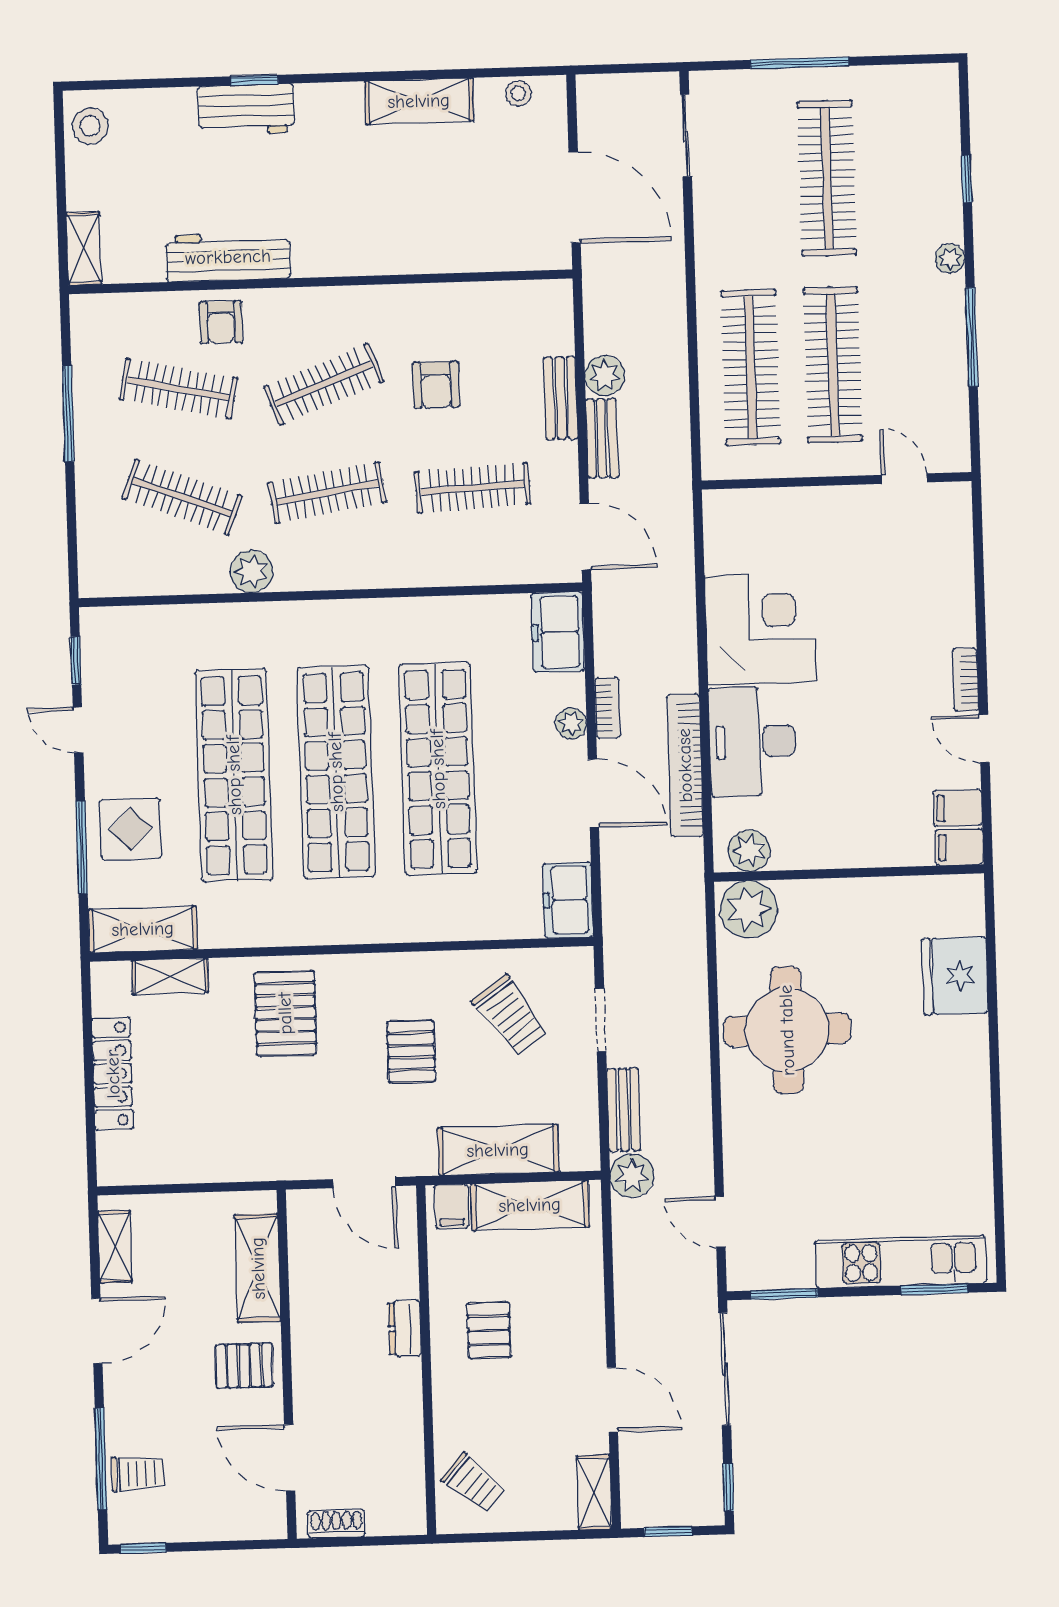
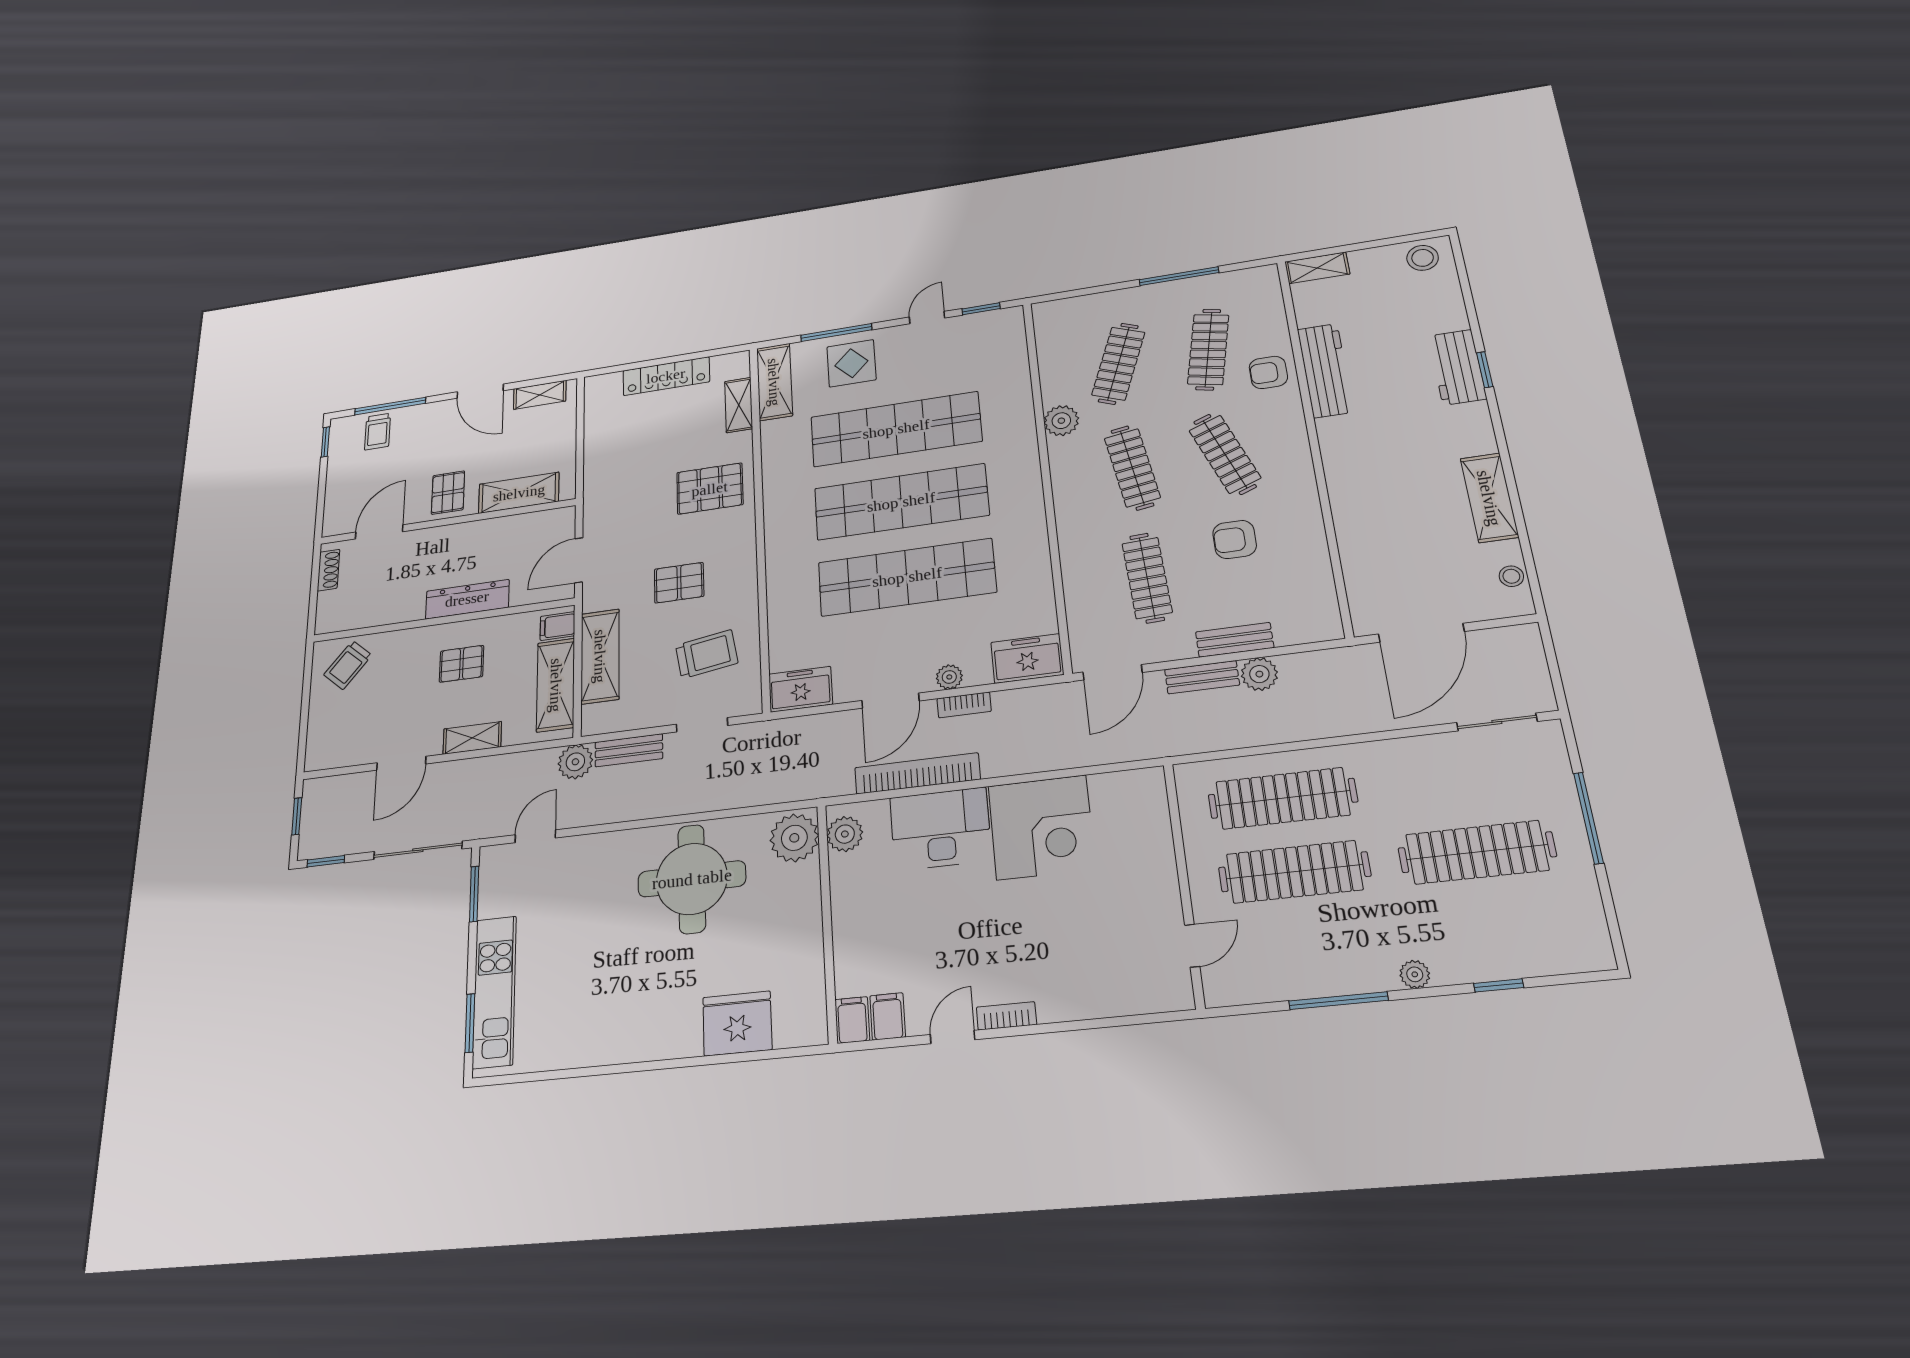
trolley: (510, 1015) -> (707, 654), turned -153
dresser: (405, 1328) -> (467, 599), width x1.96, depth x1.24
shelving: (594, 1492) -> (472, 738), moved

